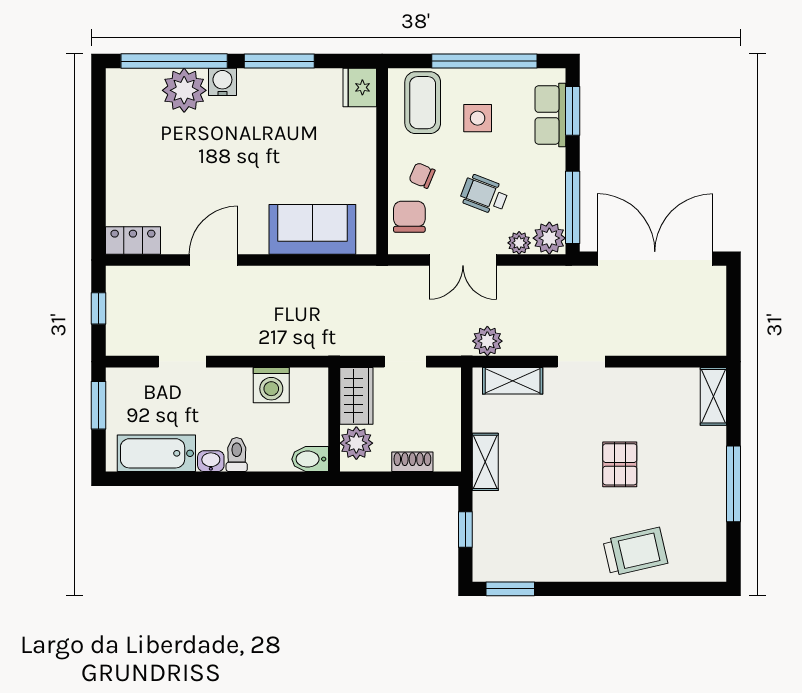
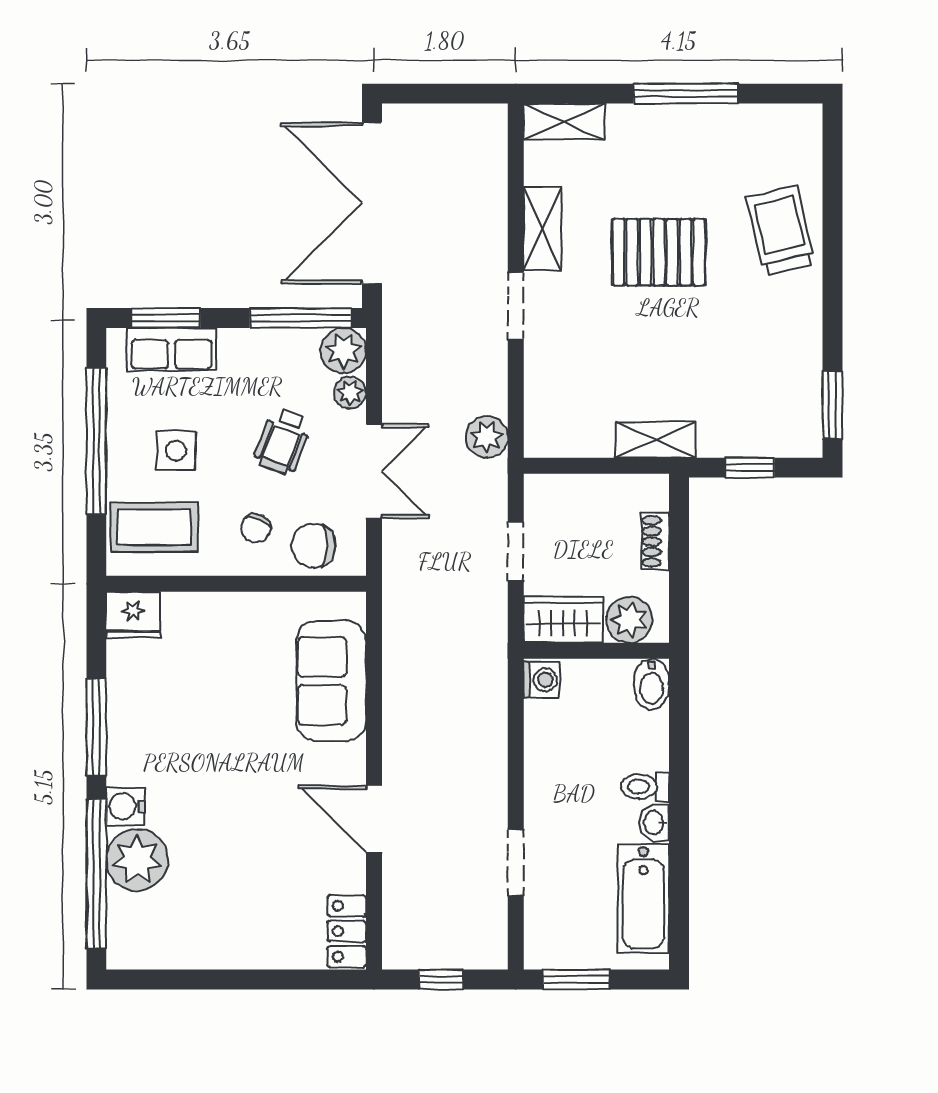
shelving: (513, 381) -> (542, 229), moved
washing machine: (271, 385) -> (542, 680), moved, width x0.73, depth x0.73
pallet: (620, 464) -> (659, 252), width x1.50, depth x1.42

